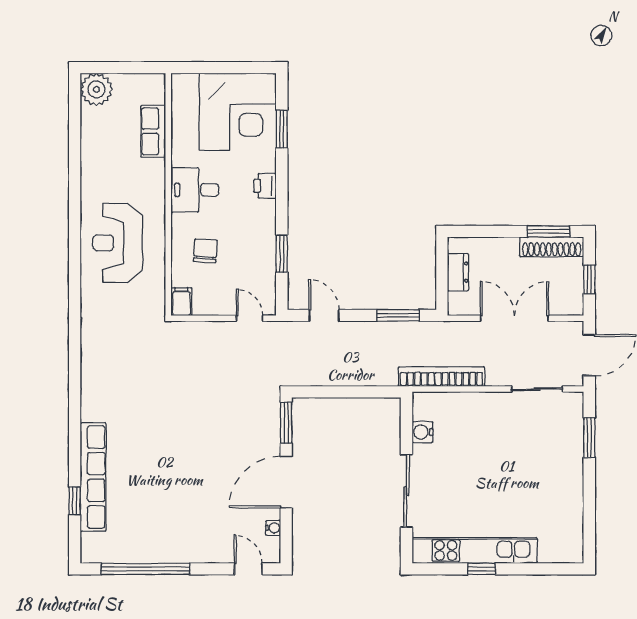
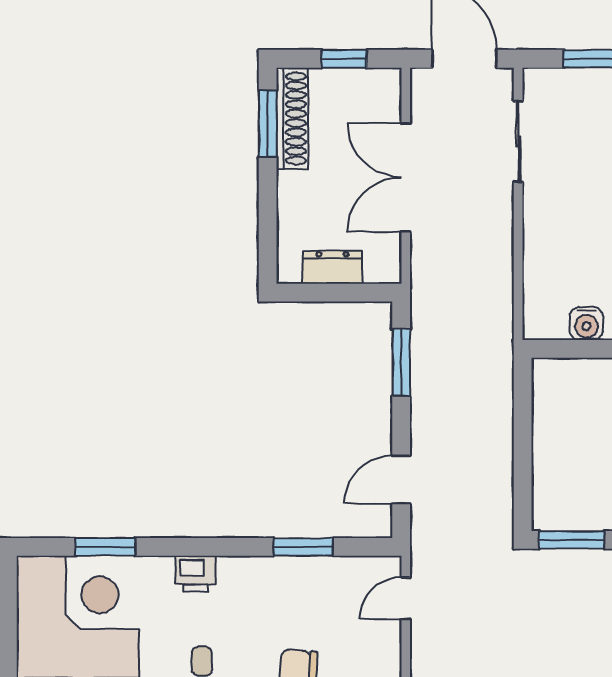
bookcase: (442, 377) -> (498, 293), removed

